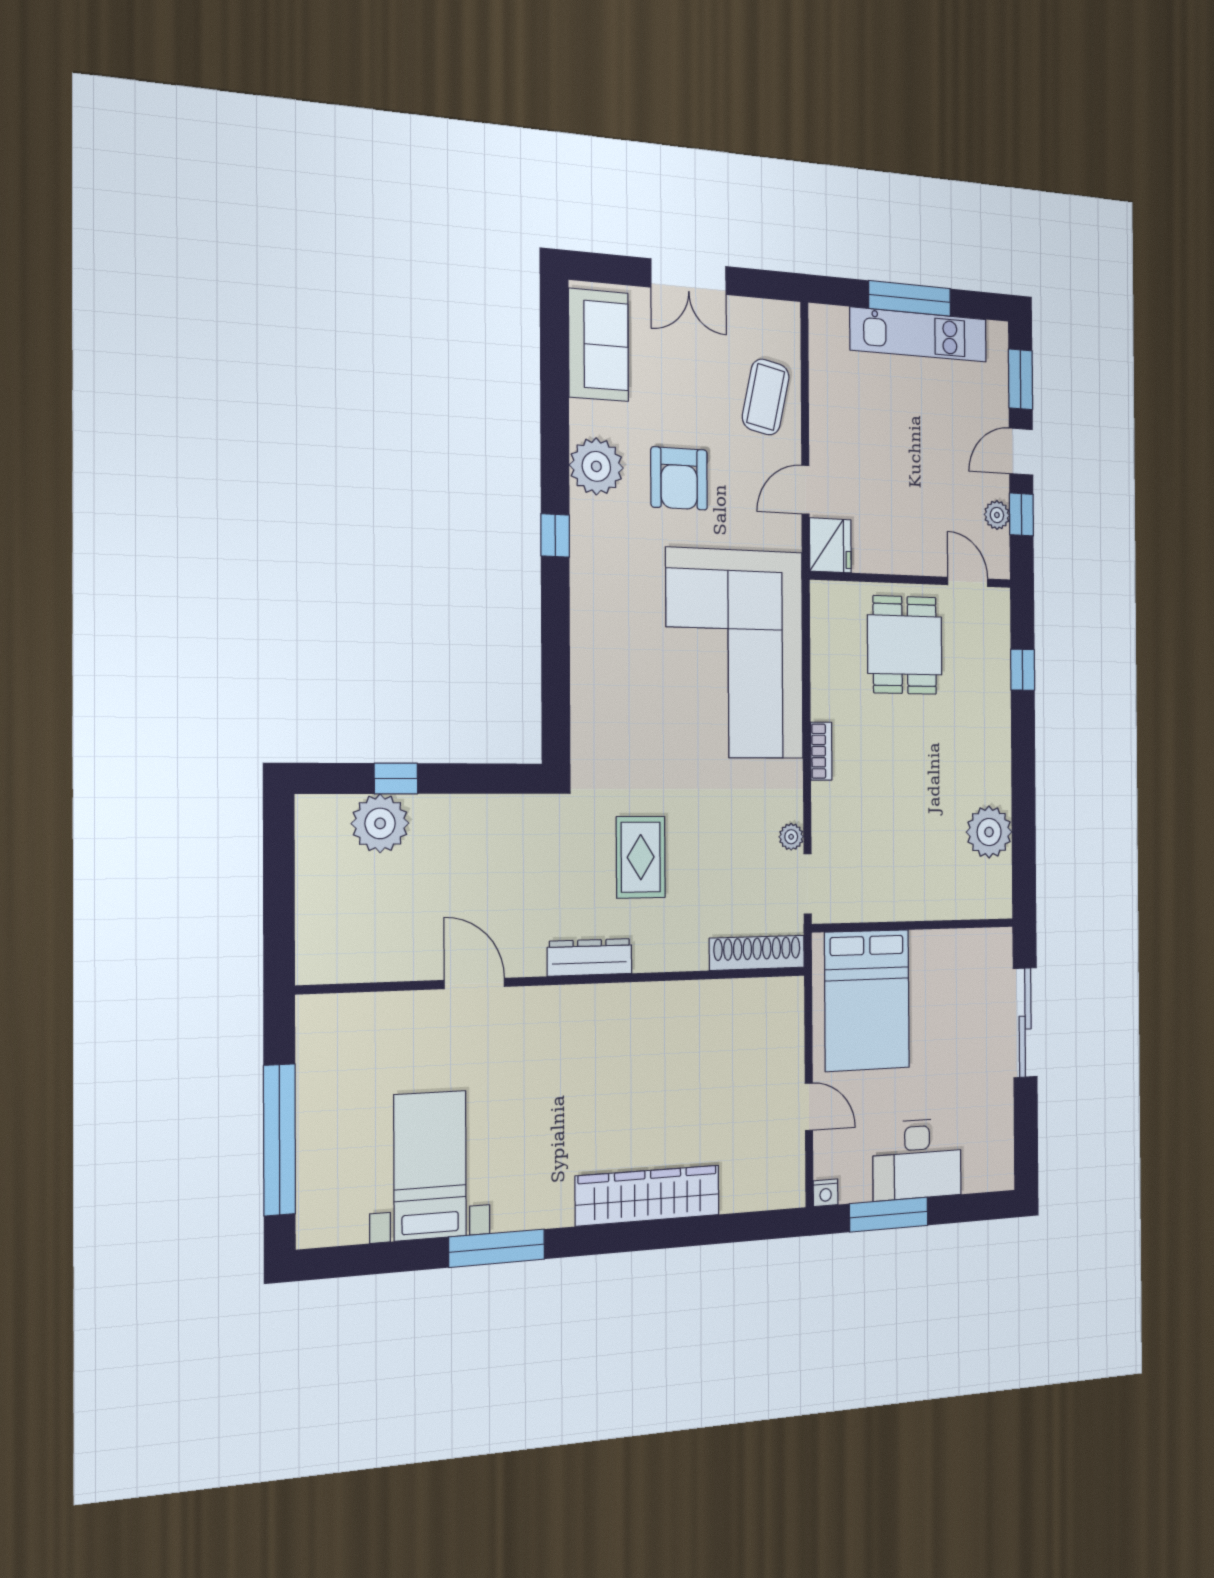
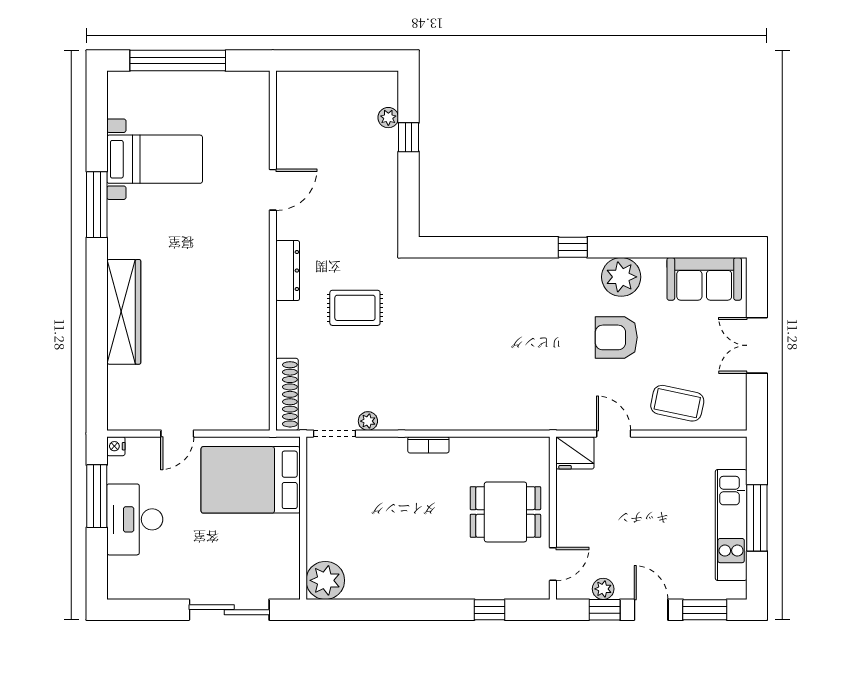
corner sofa: (735, 654) -> (496, 379), removed
plant: (380, 823) -> (388, 118), width x0.53, depth x0.53
plant: (989, 832) -> (325, 580), moved

